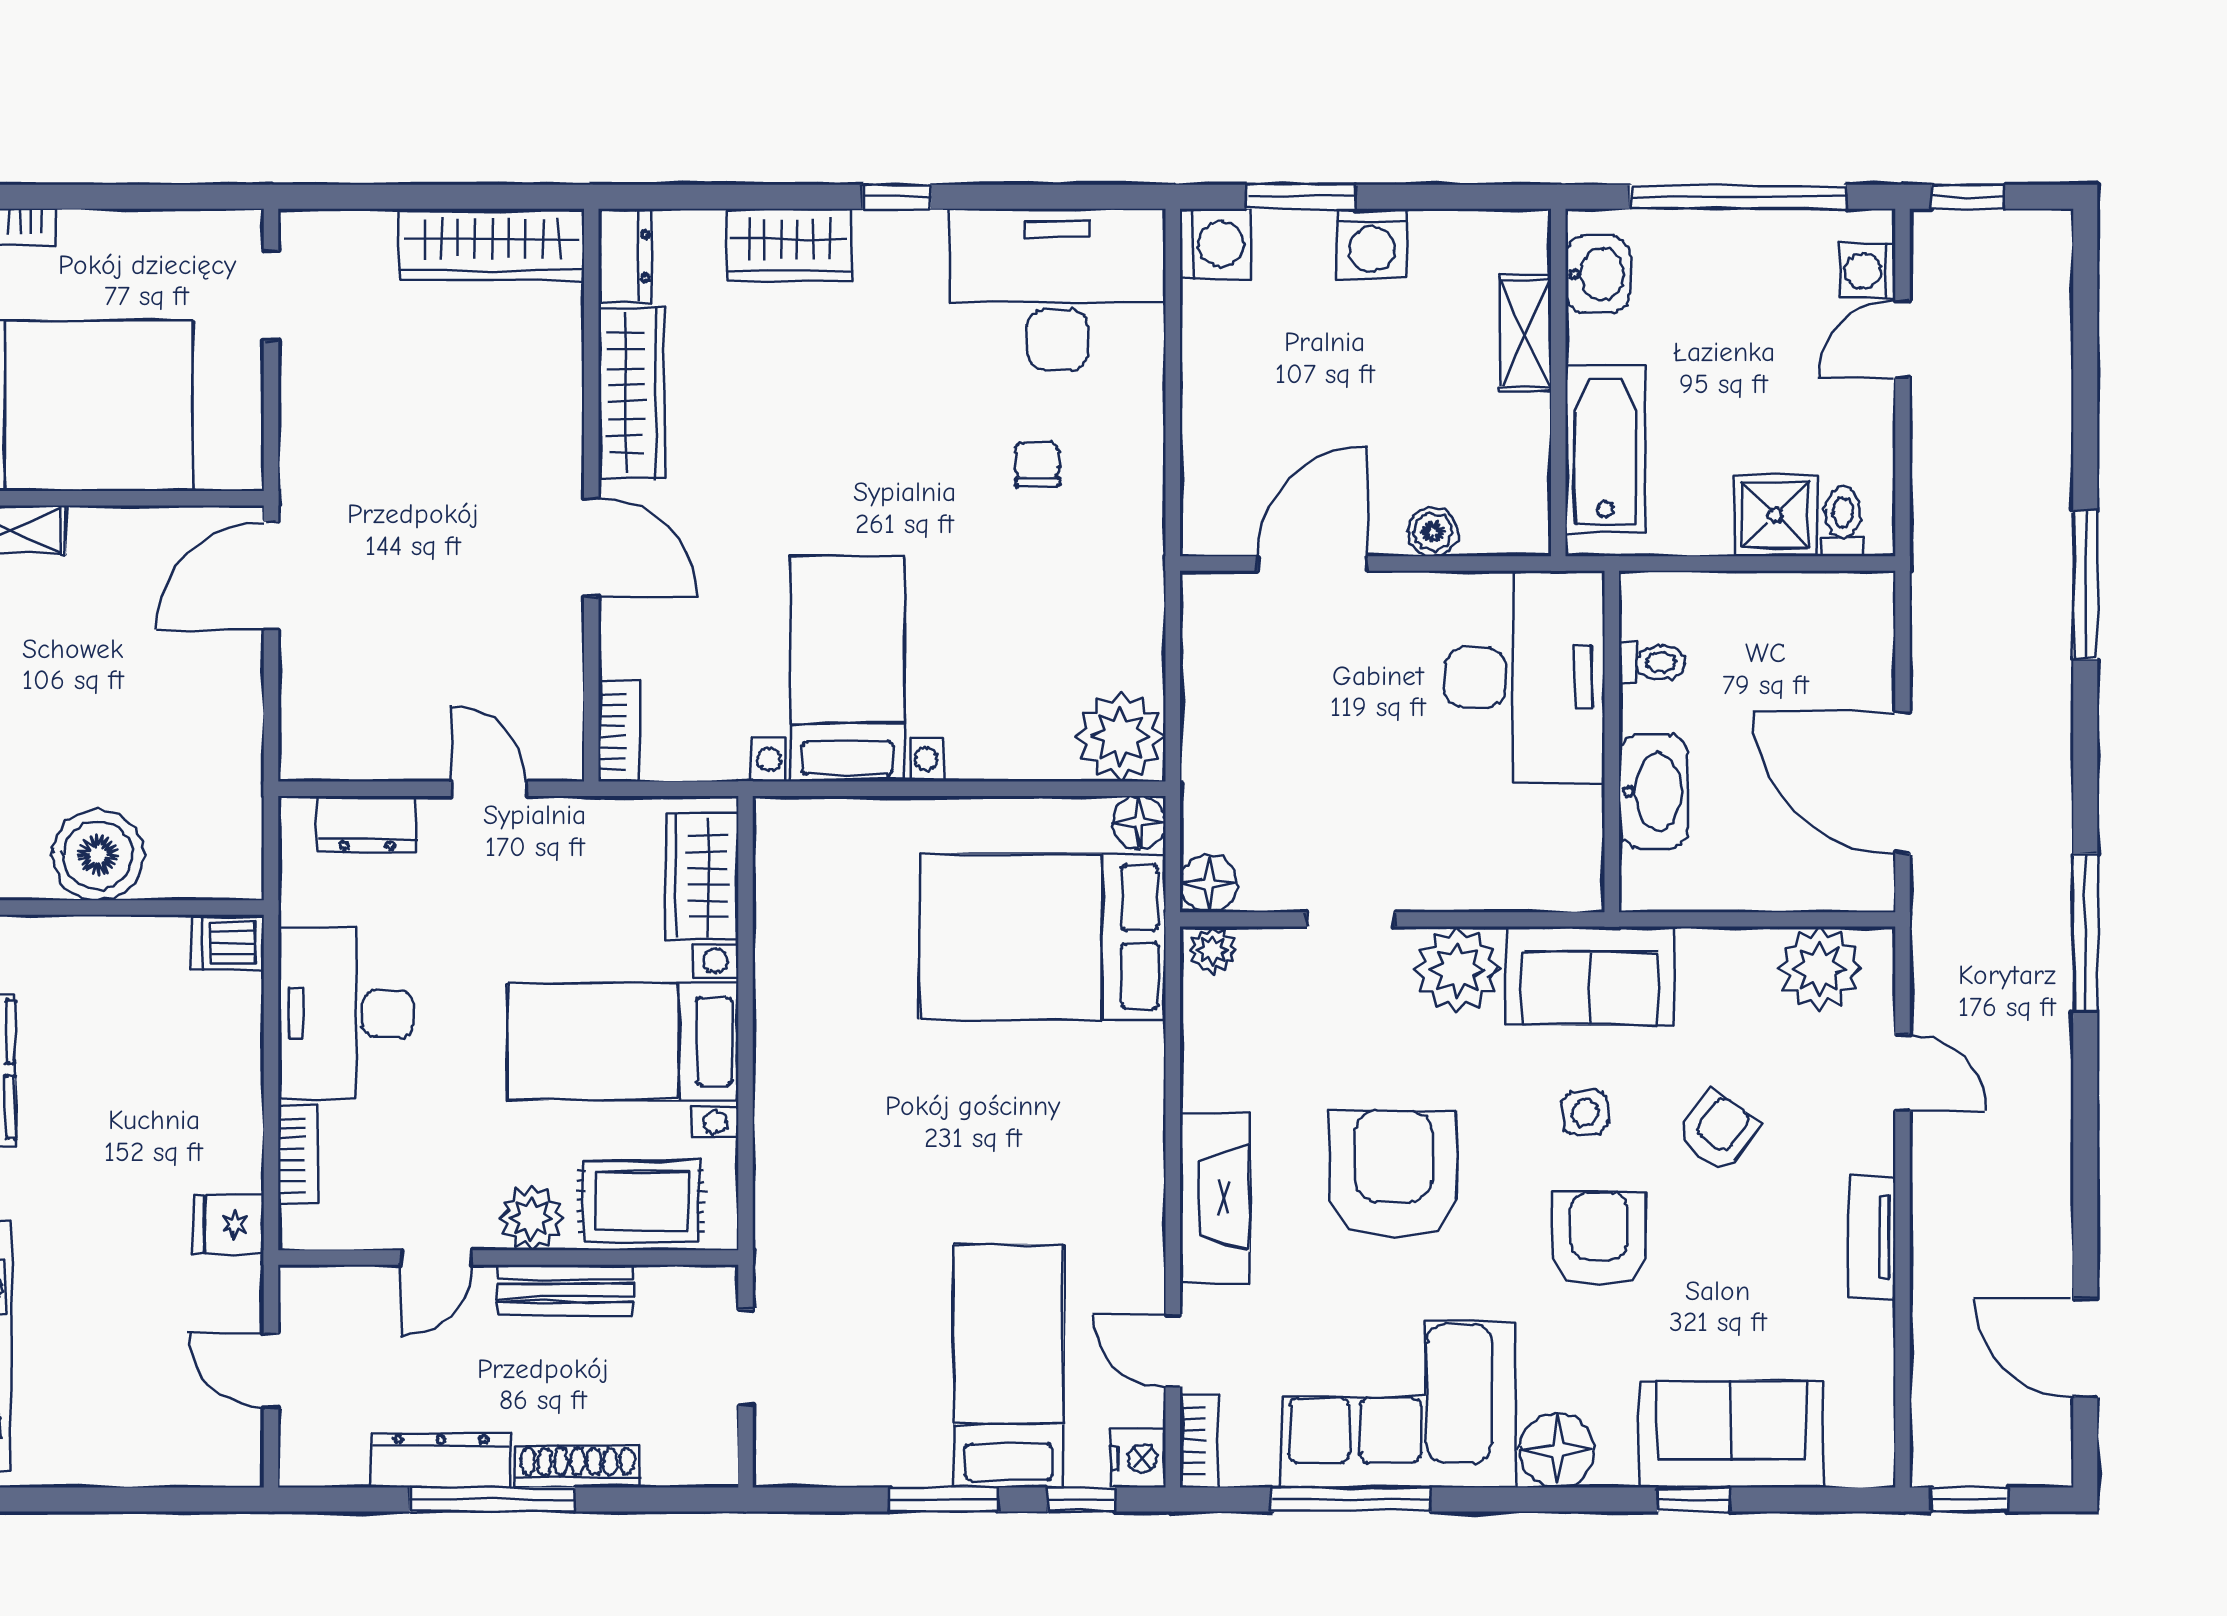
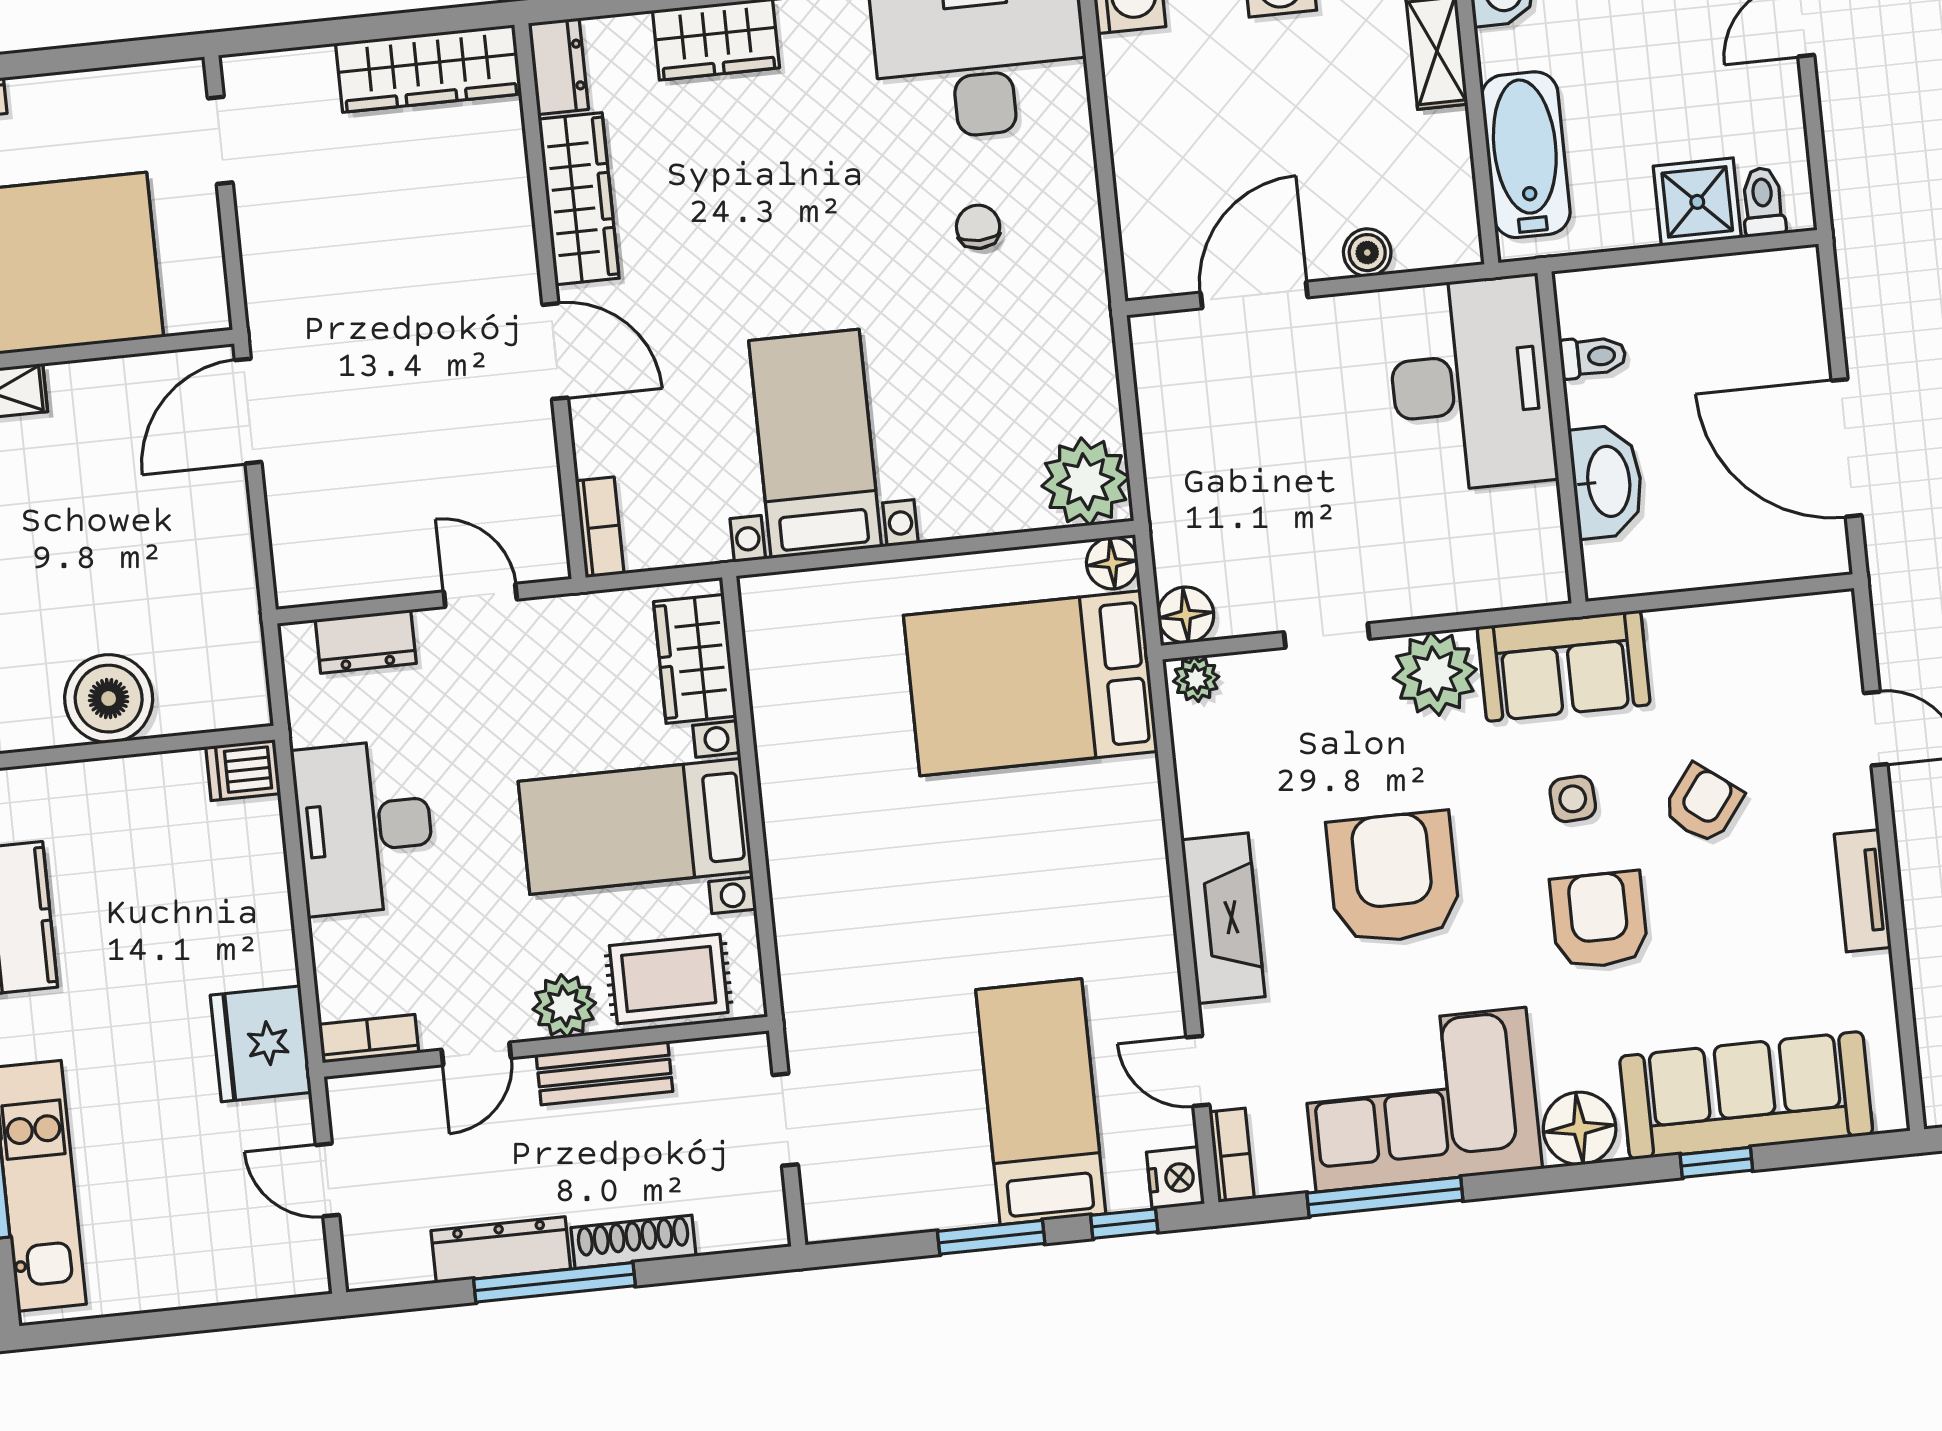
plant: (1820, 969) -> (1785, 636), removed
bookcase: (298, 1155) -> (369, 1039), moved, turned -90
fridge: (229, 1224) -> (261, 1044), width x1.88, depth x1.34
sofa: (1731, 1434) -> (1746, 1095), width x1.36

